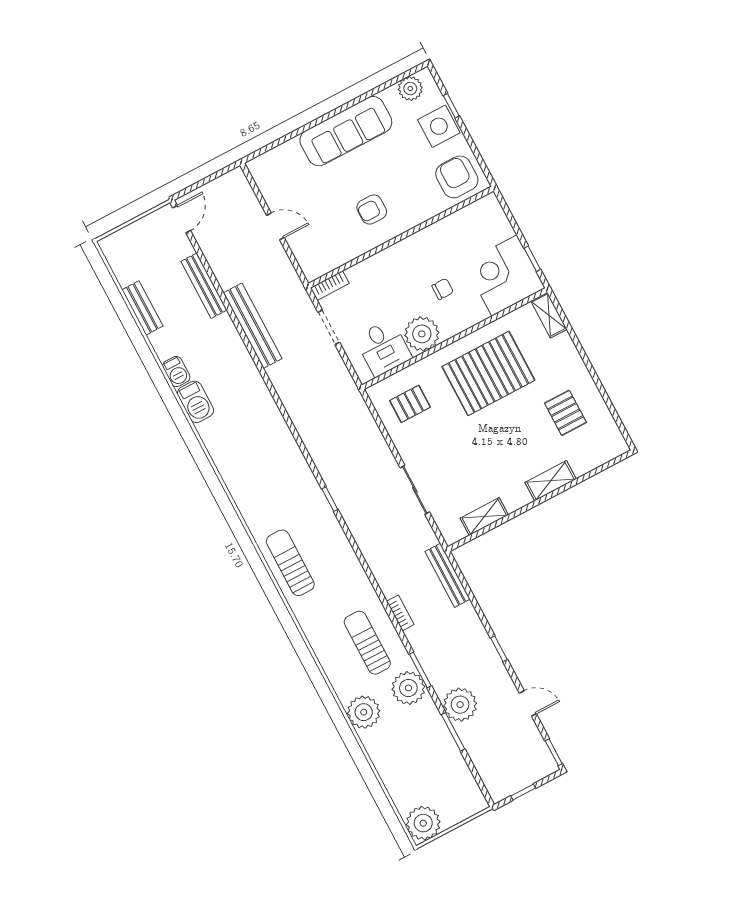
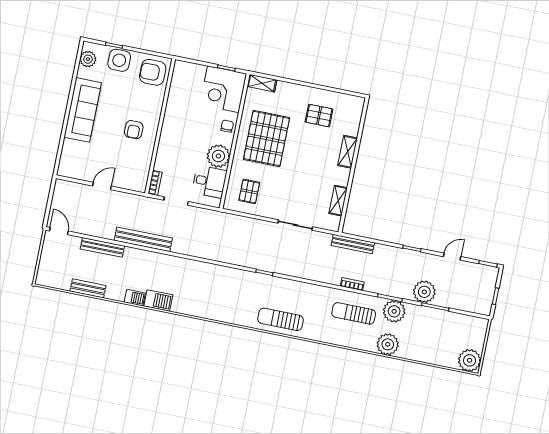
chair: (443, 289) -> (227, 126), moved

